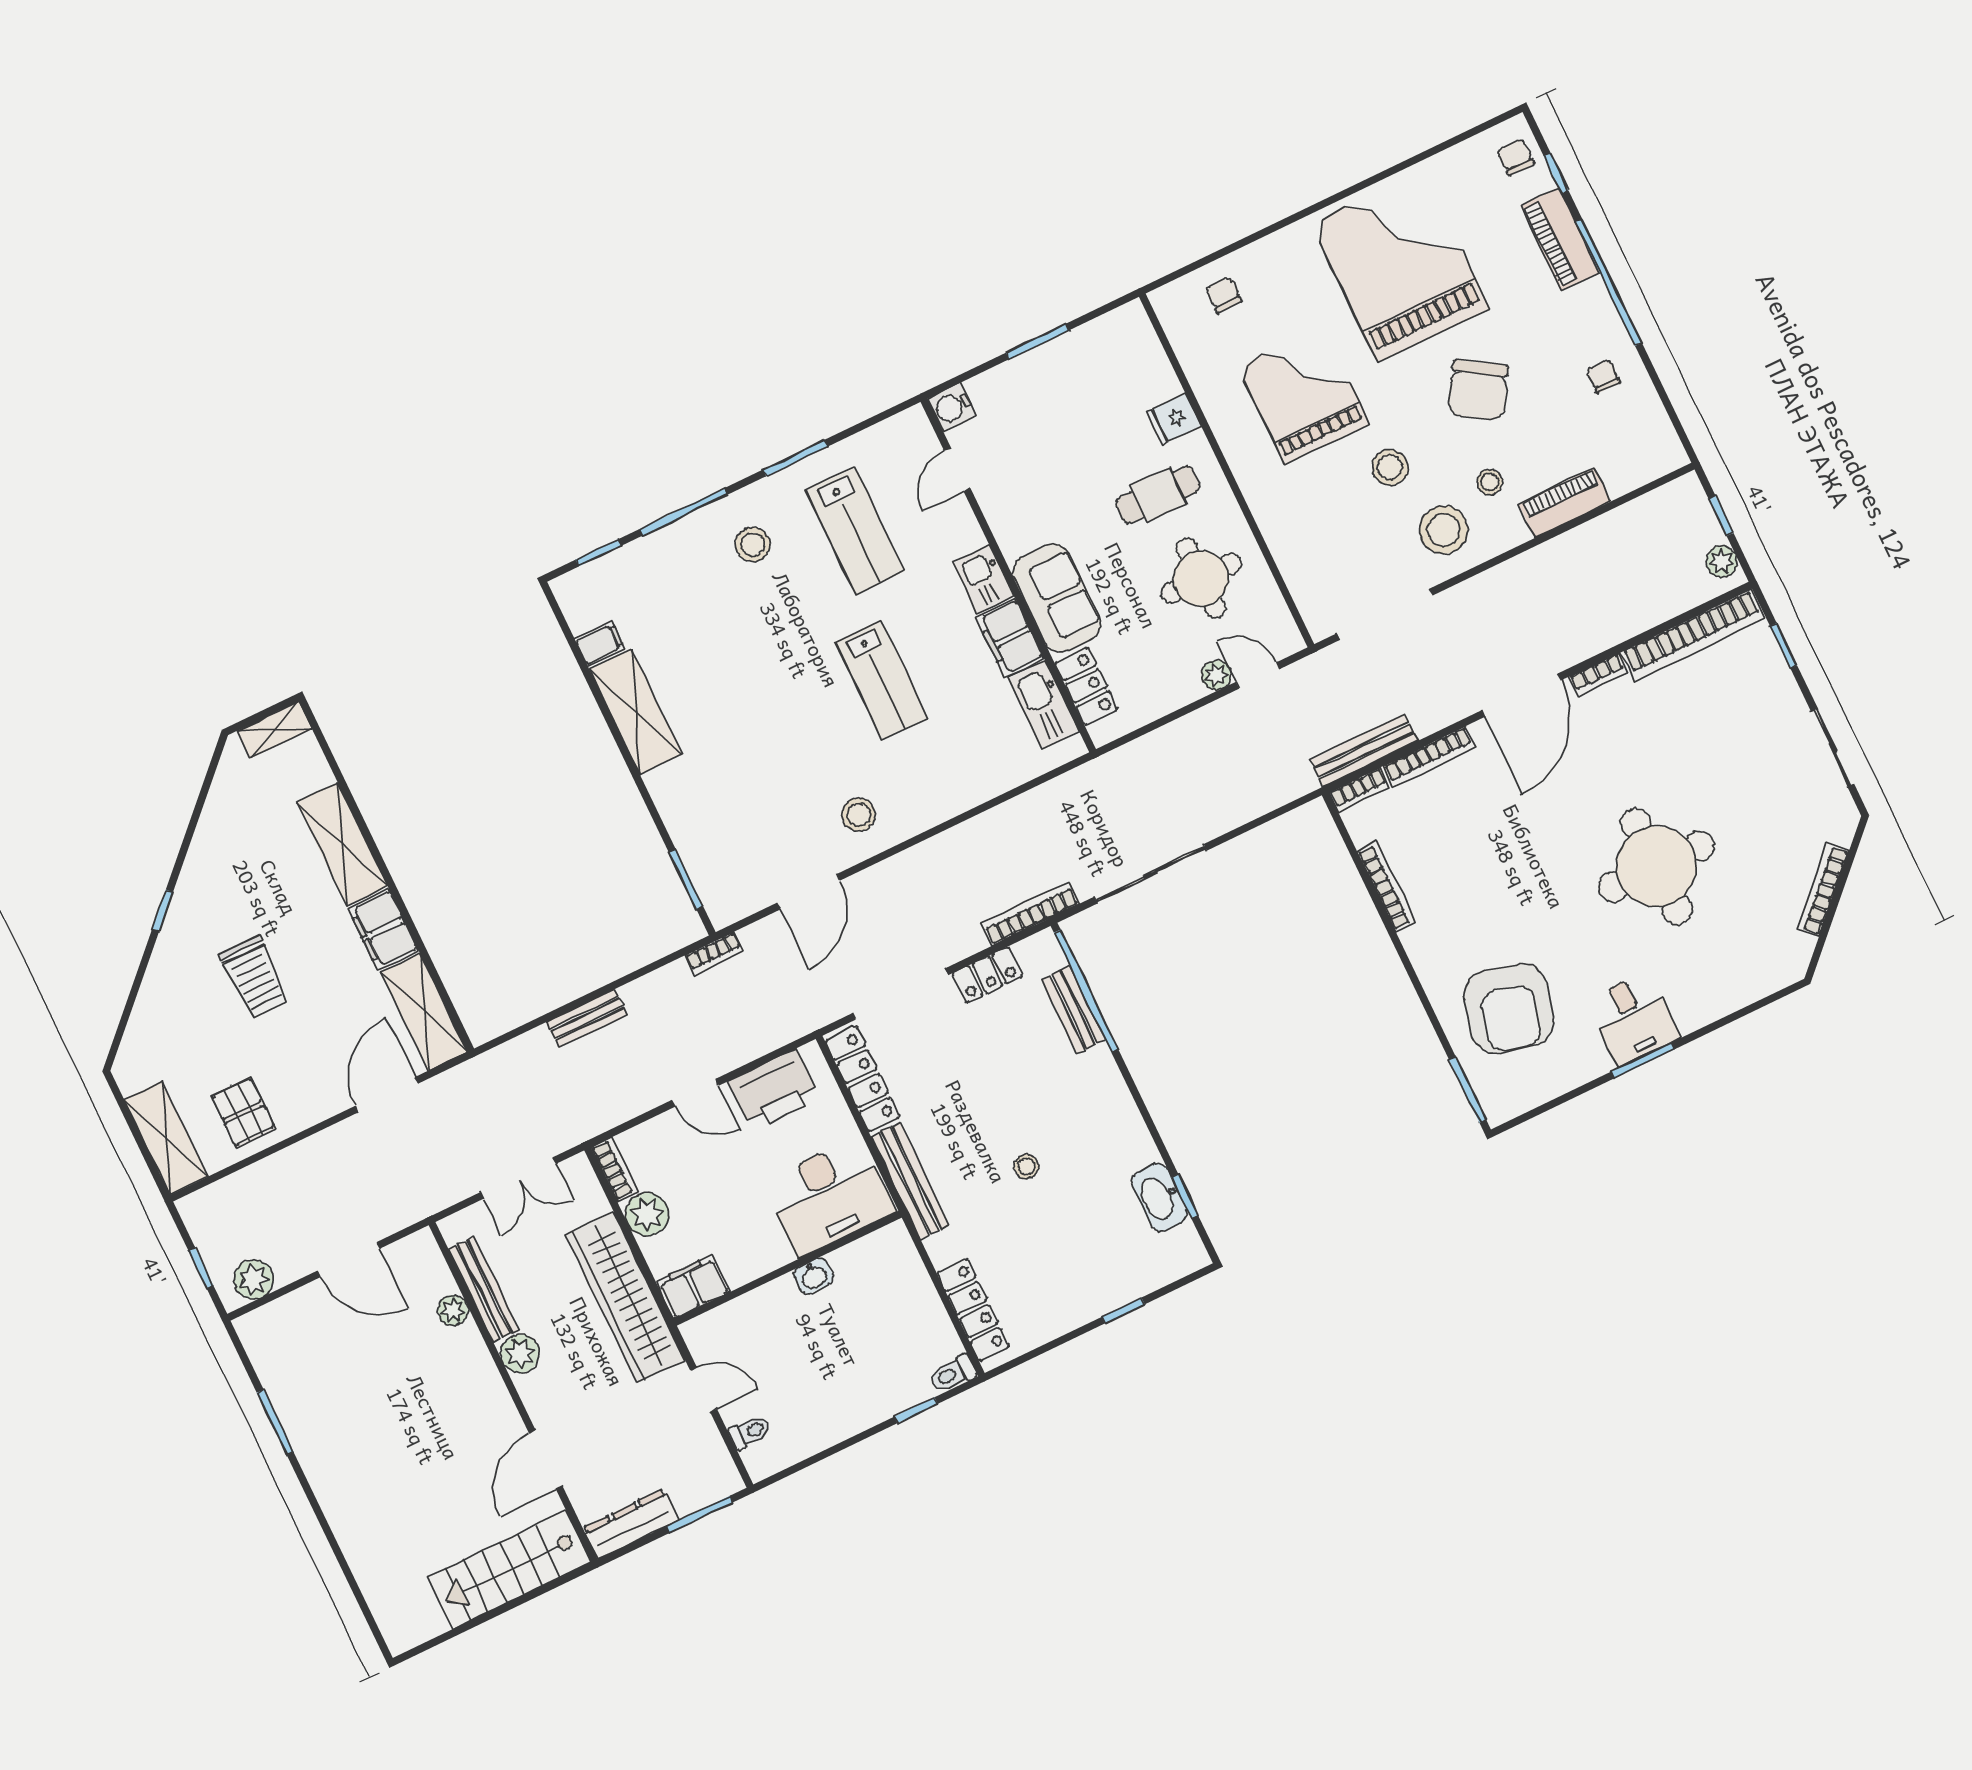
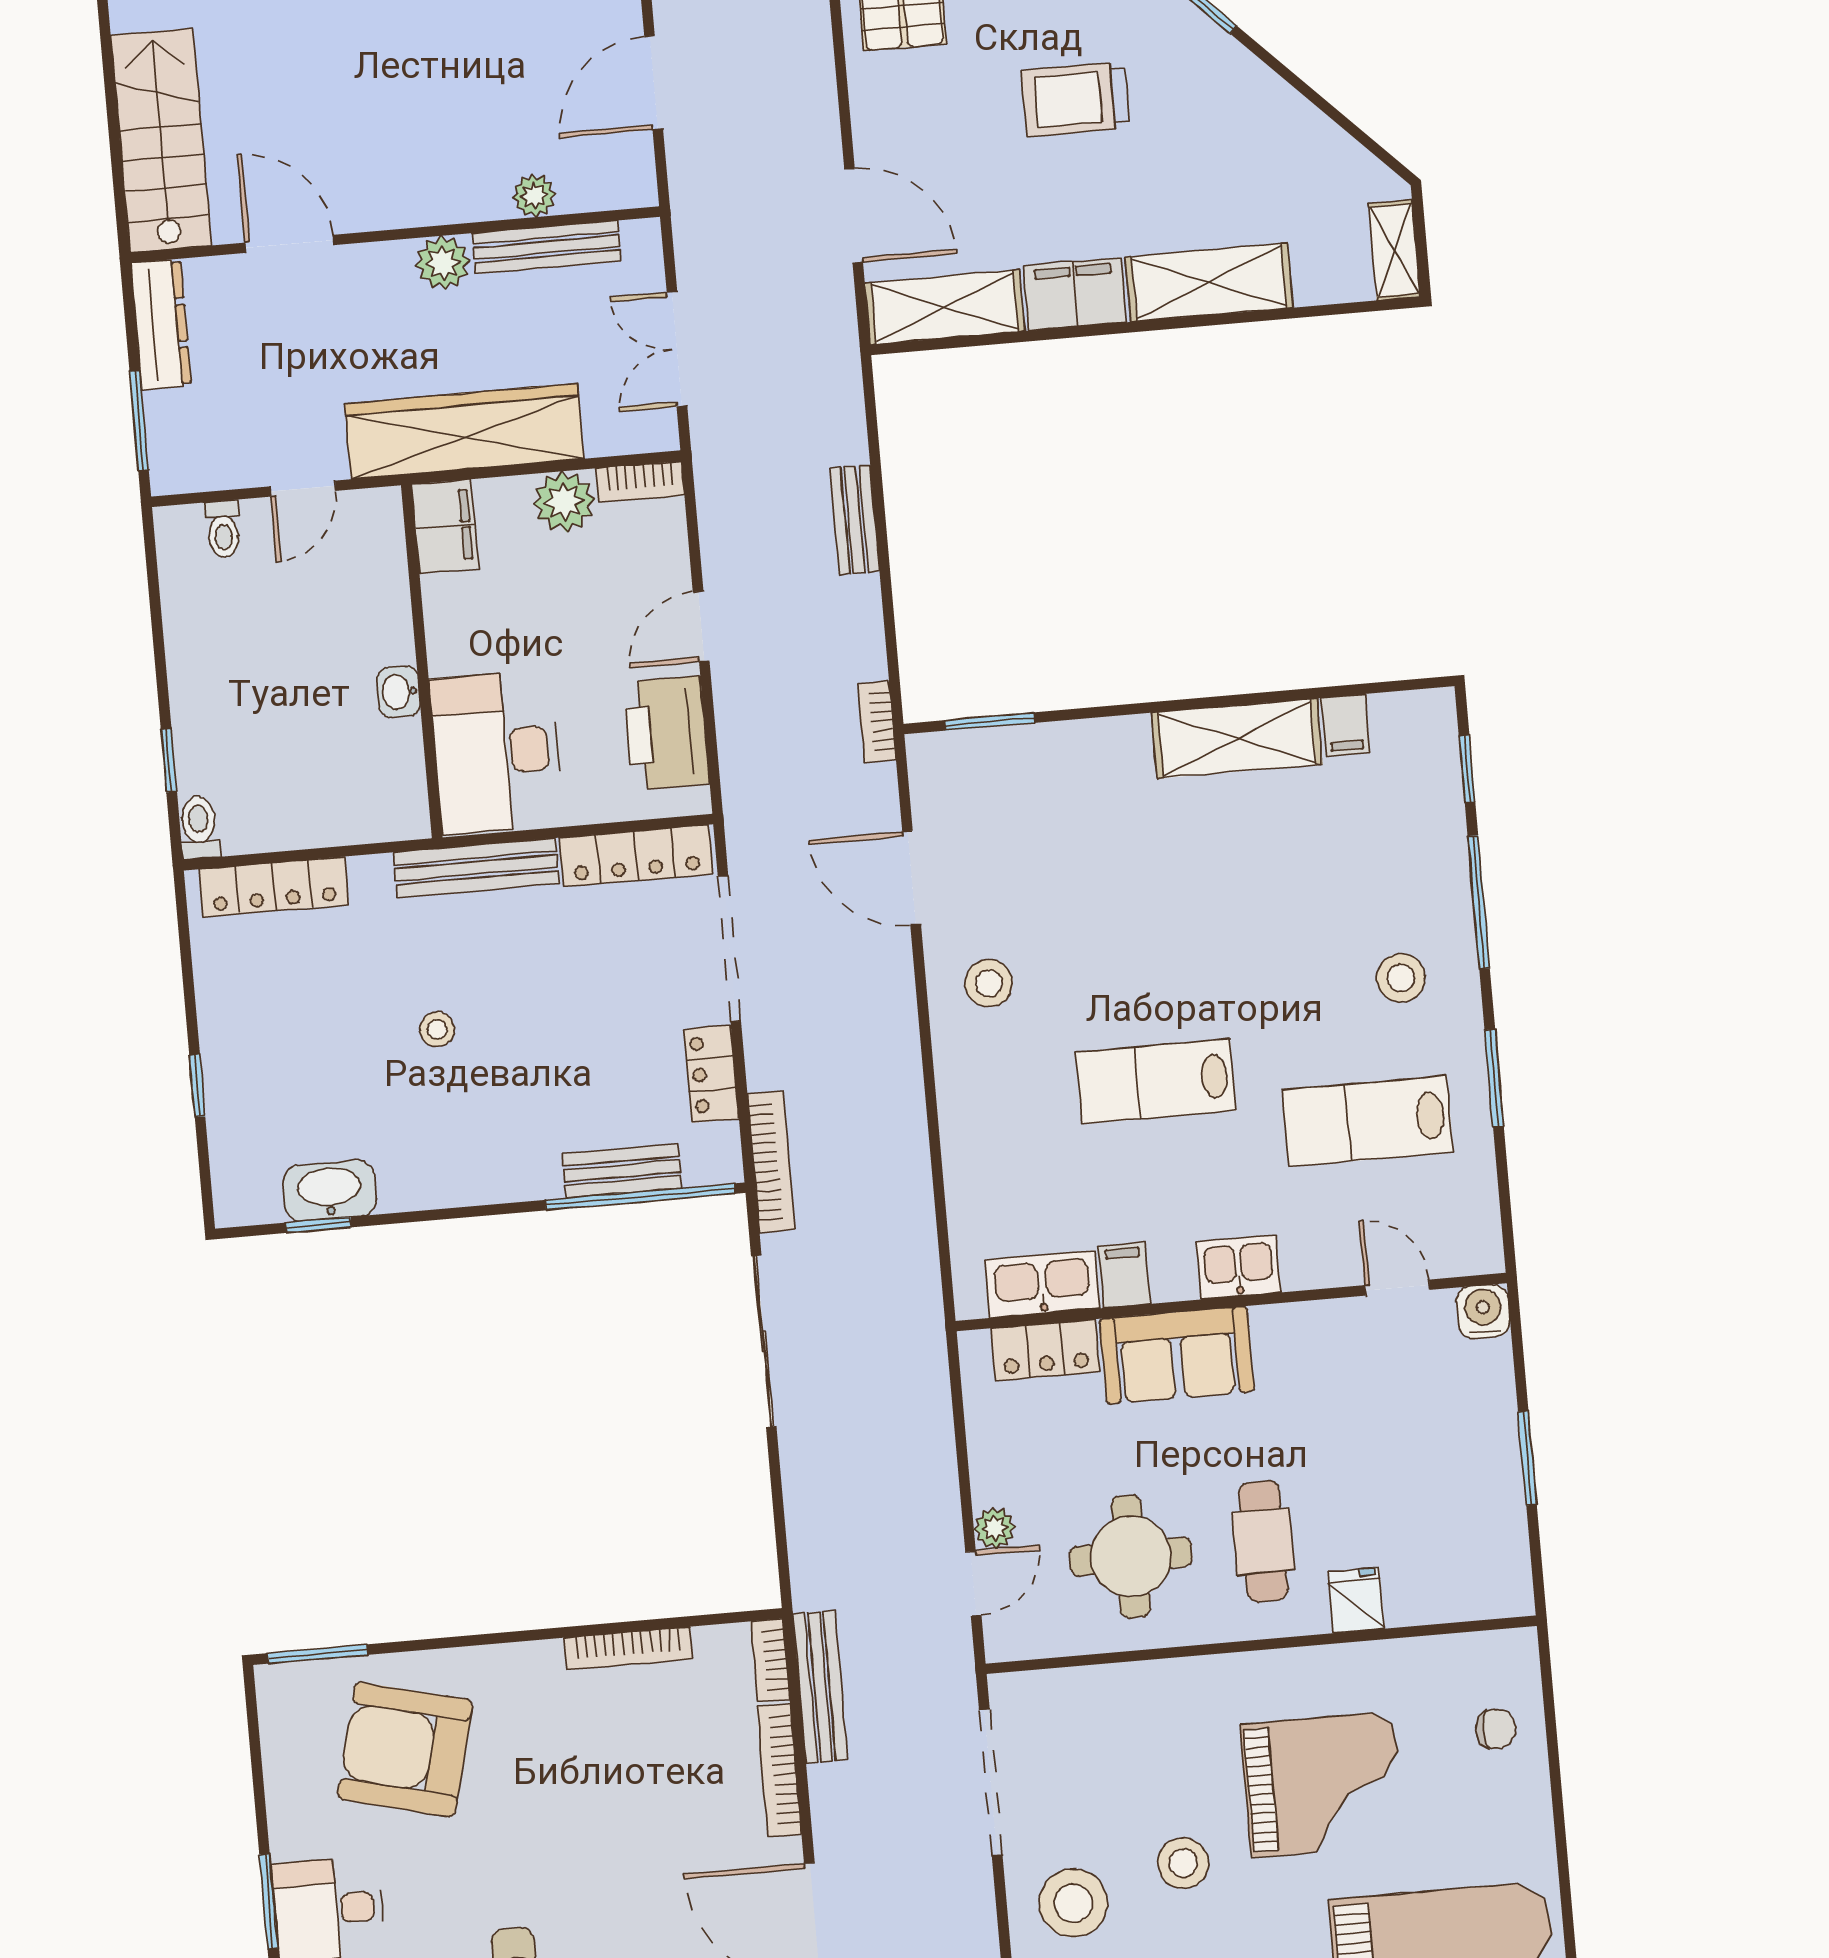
filing cabinet: (1010, 638) -> (1124, 1275), width x0.50

